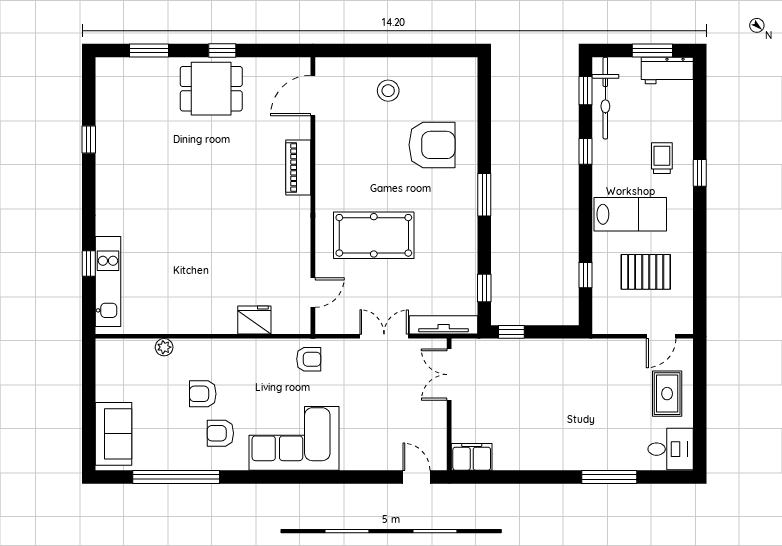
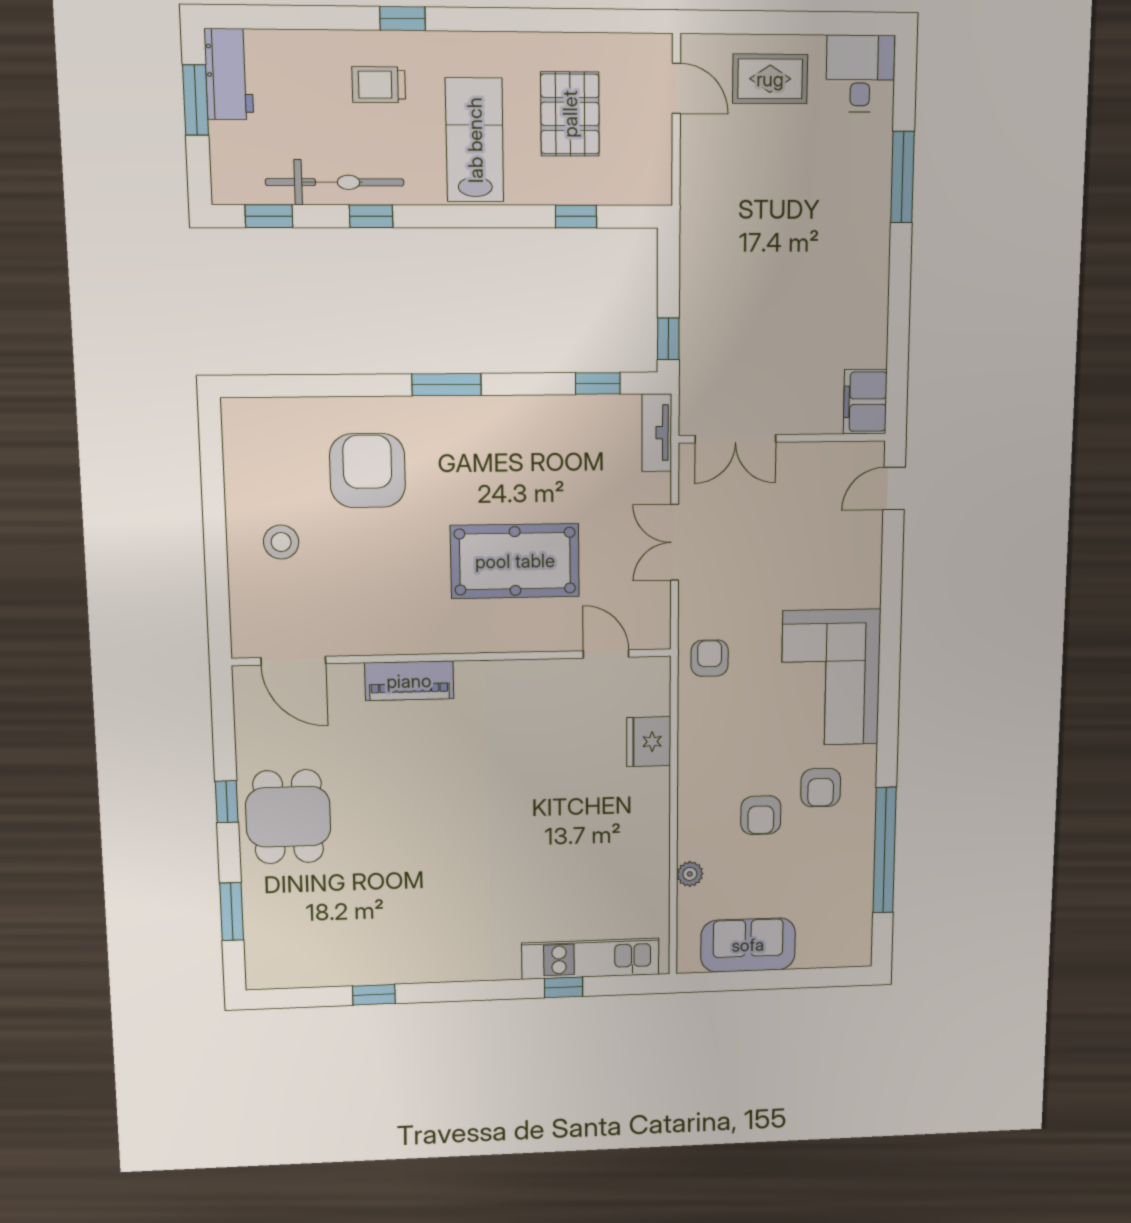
bicycle: (605, 98) -> (335, 182), moved
pool table: (374, 235) -> (515, 561), turned 90
tv unit: (444, 325) -> (657, 433), width x0.71
sofa: (113, 434) -> (748, 945), moved

